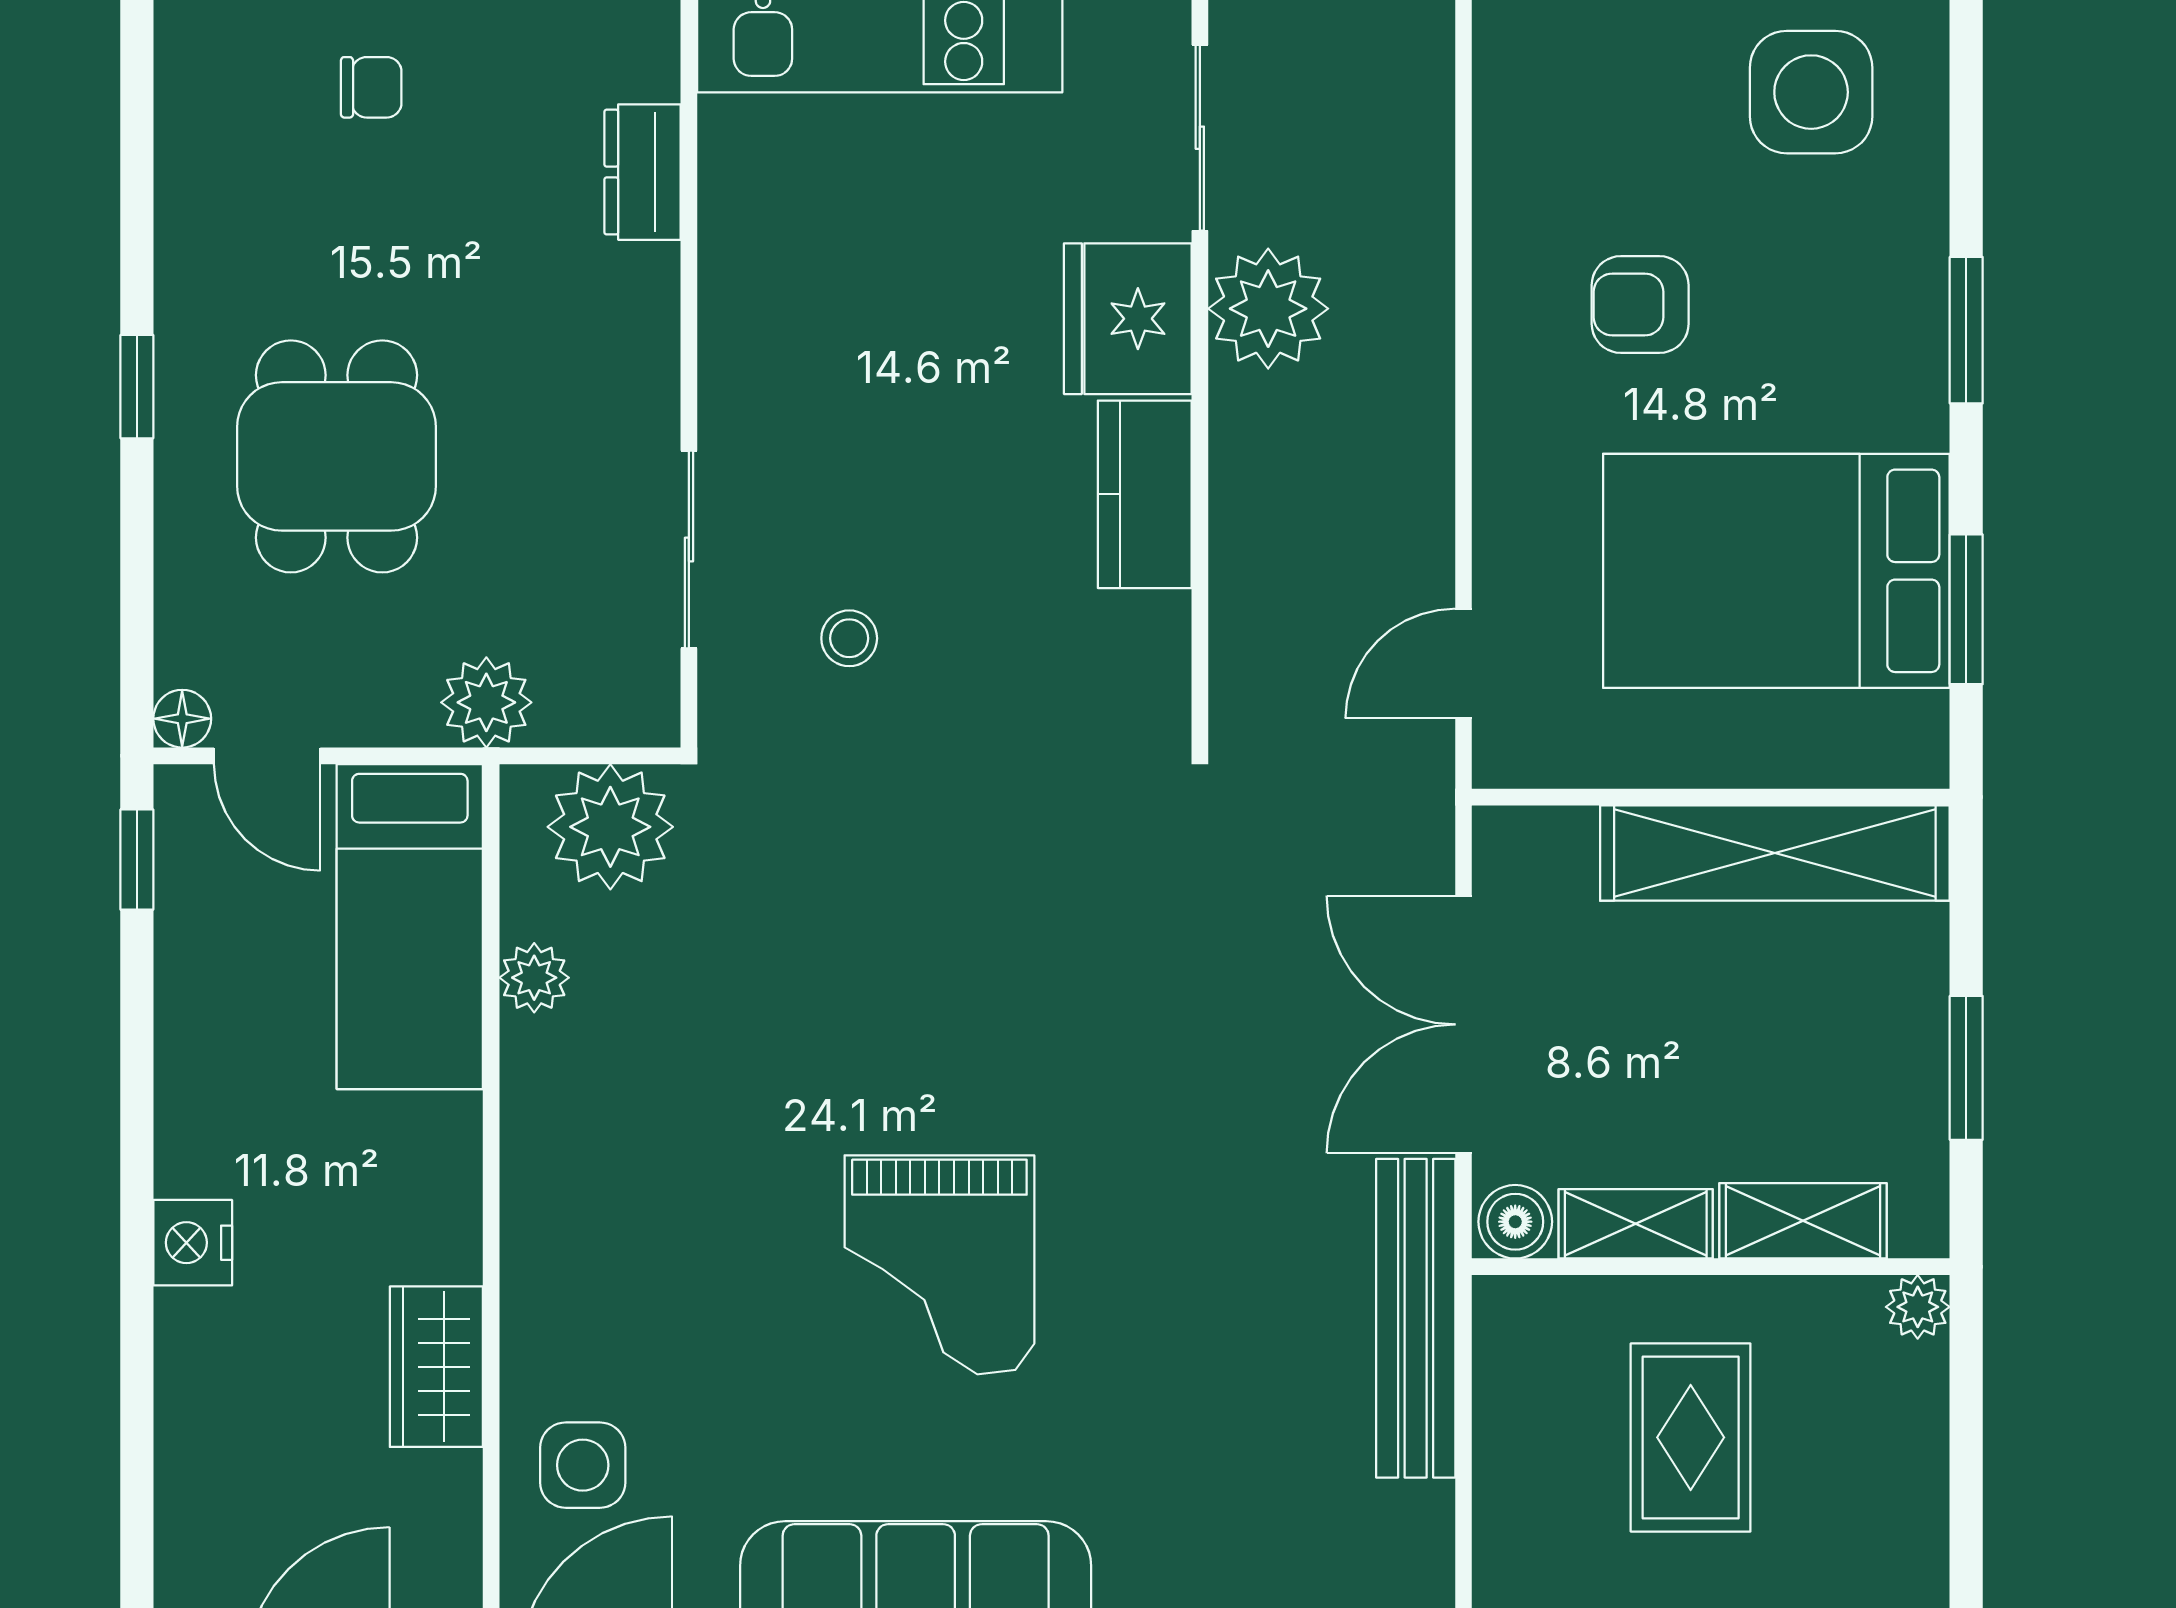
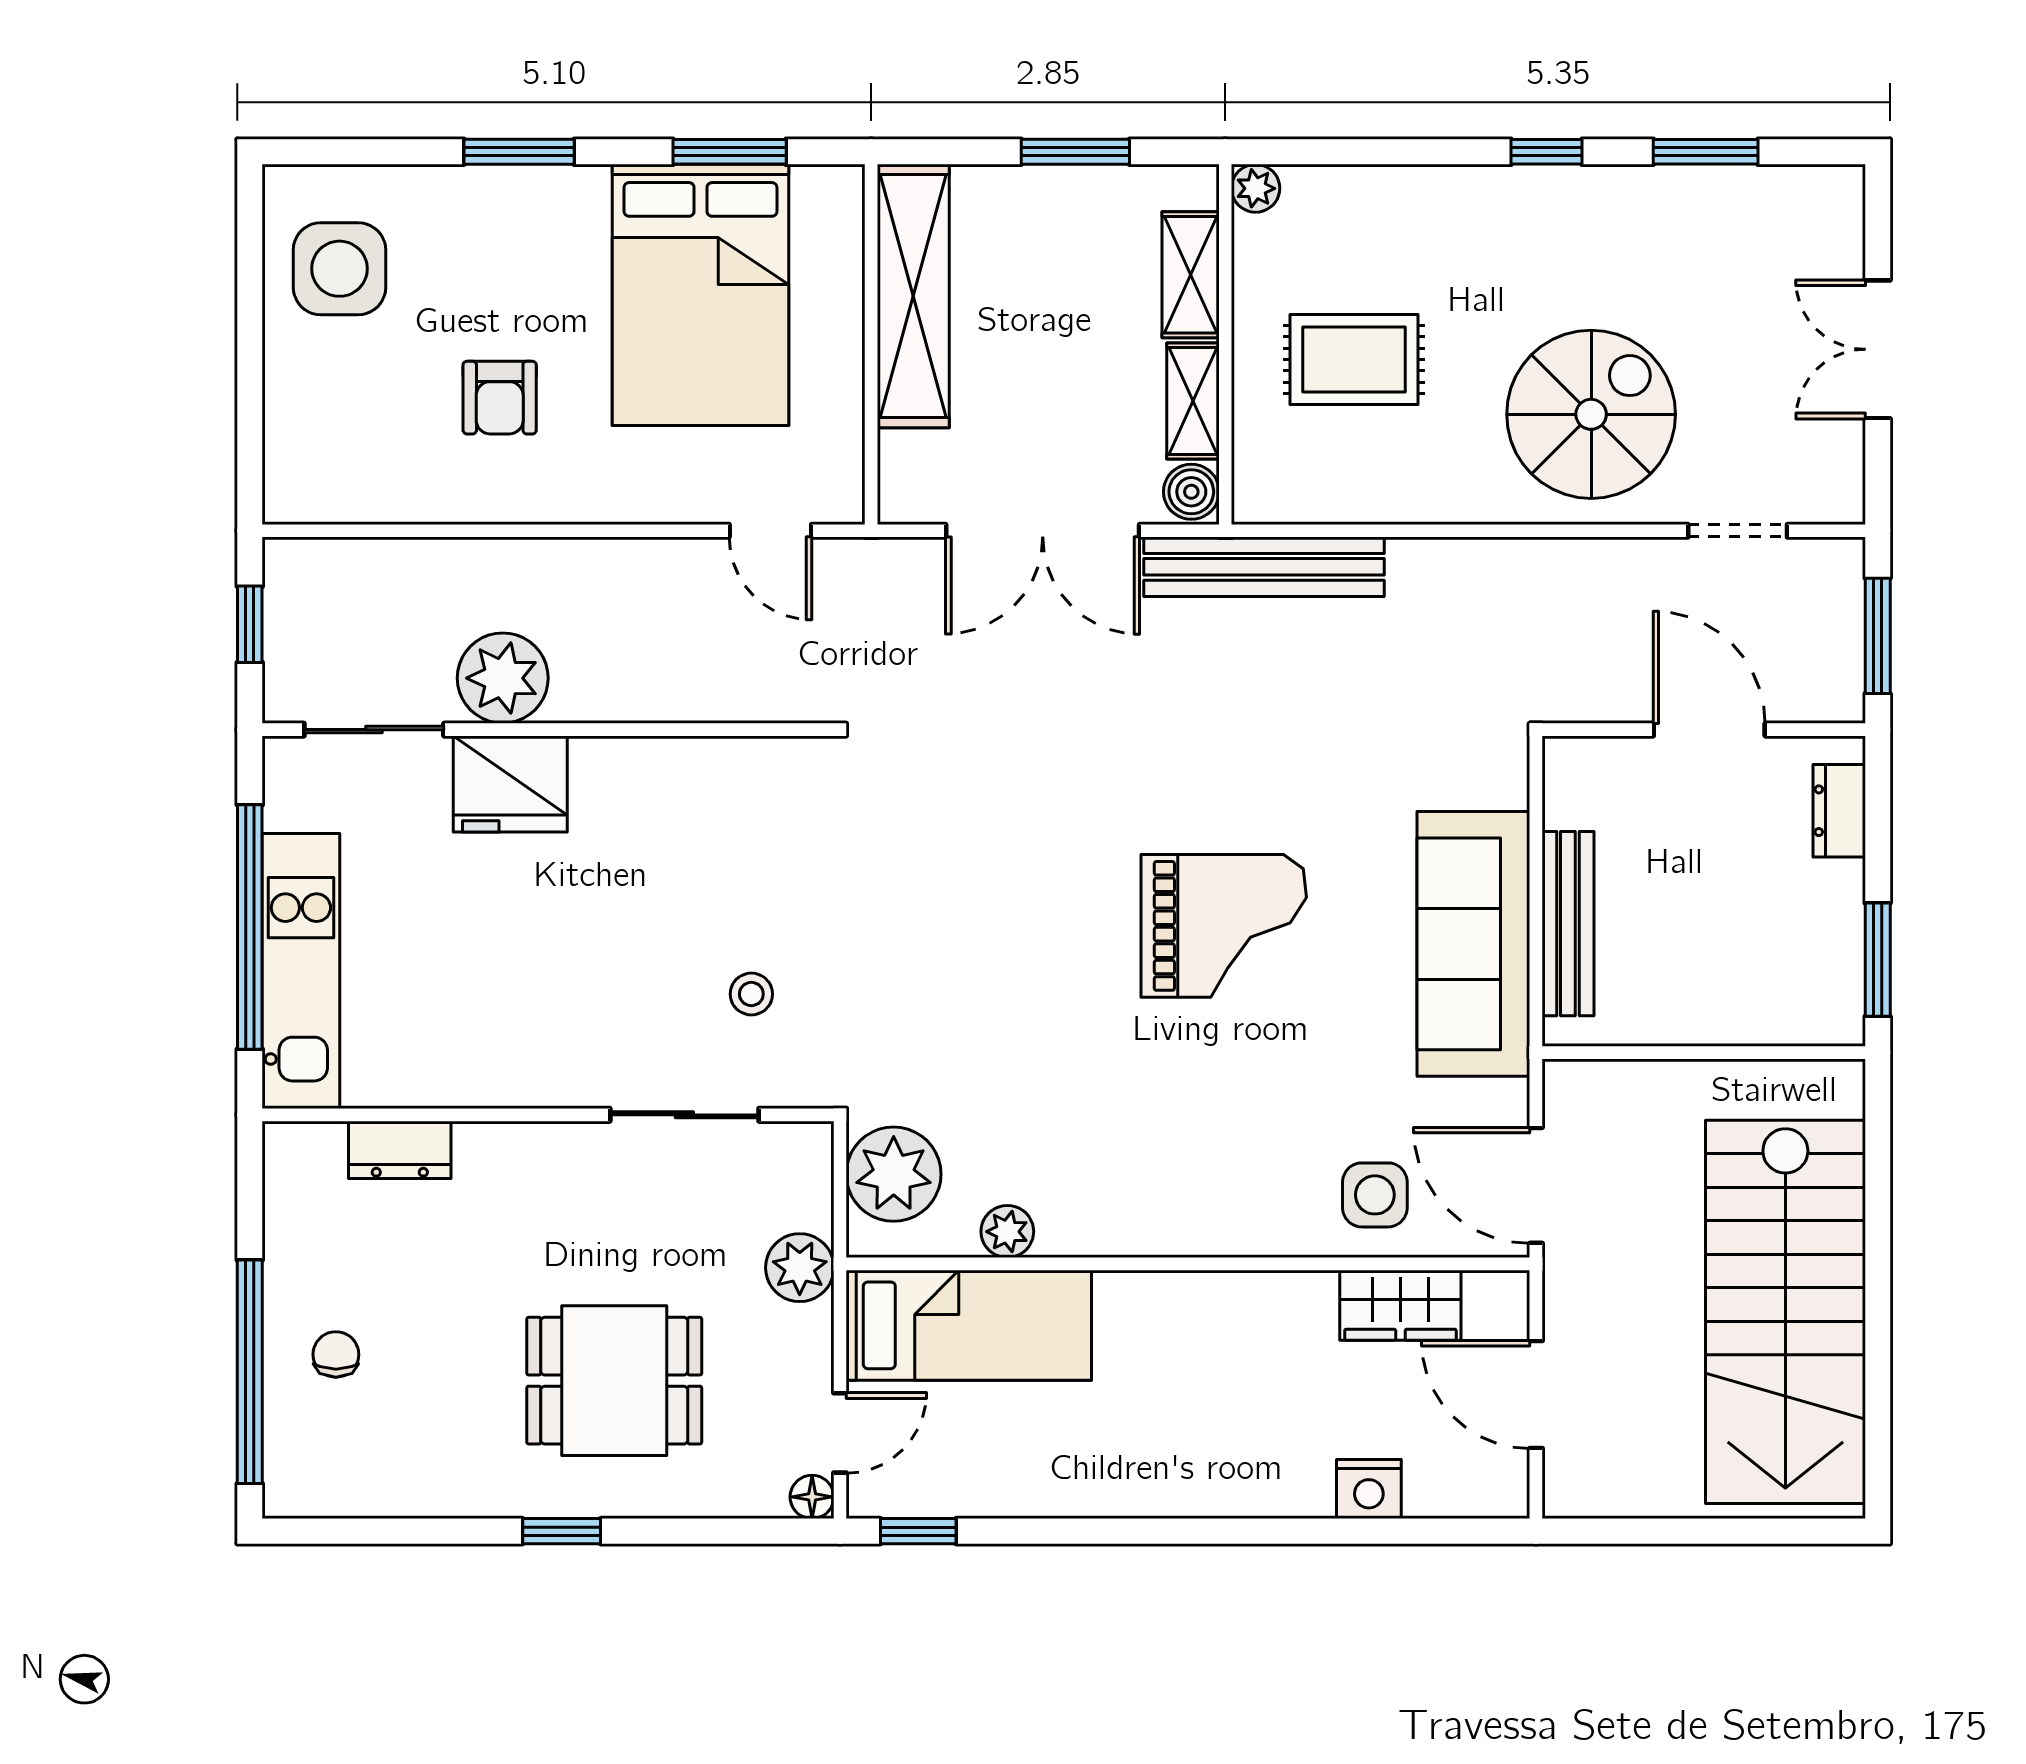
kitchen counter: (1145, 494) -> (643, 771), removed
nightstand: (193, 1243) -> (1369, 1489), moved
wardrobe: (436, 1367) -> (1400, 1305), moved

